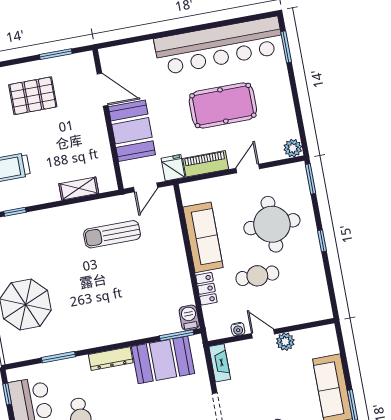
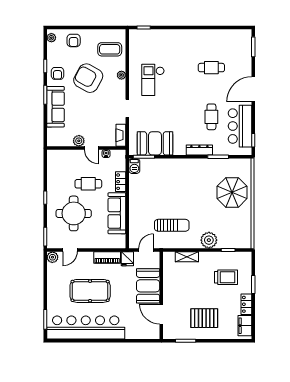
door: (248, 169) -> (70, 250), moved
plant: (48, 222) -> (209, 240), added
dresser: (111, 359) -> (199, 150), moved

